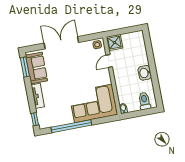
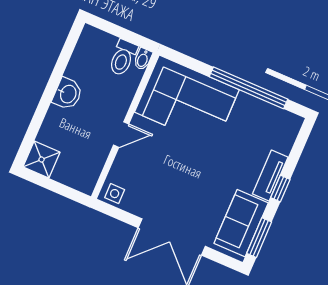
shower: (114, 43) -> (42, 160), moved
door: (109, 61) -> (121, 135), moved
toilet: (144, 101) -> (123, 58), moved
window: (35, 119) -> (280, 189), moved

